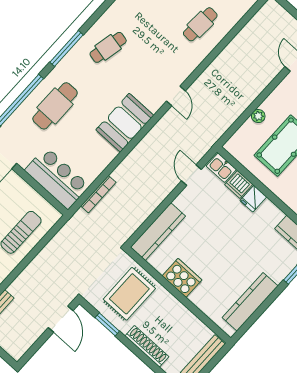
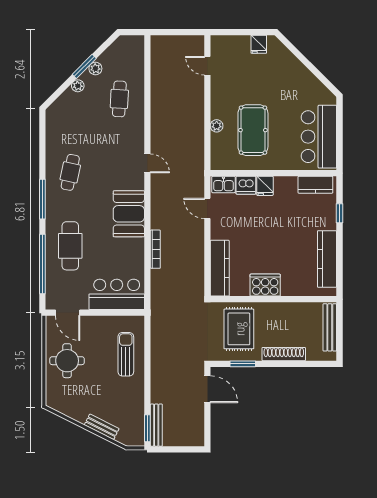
bookcase: (98, 194) -> (155, 249), moved

